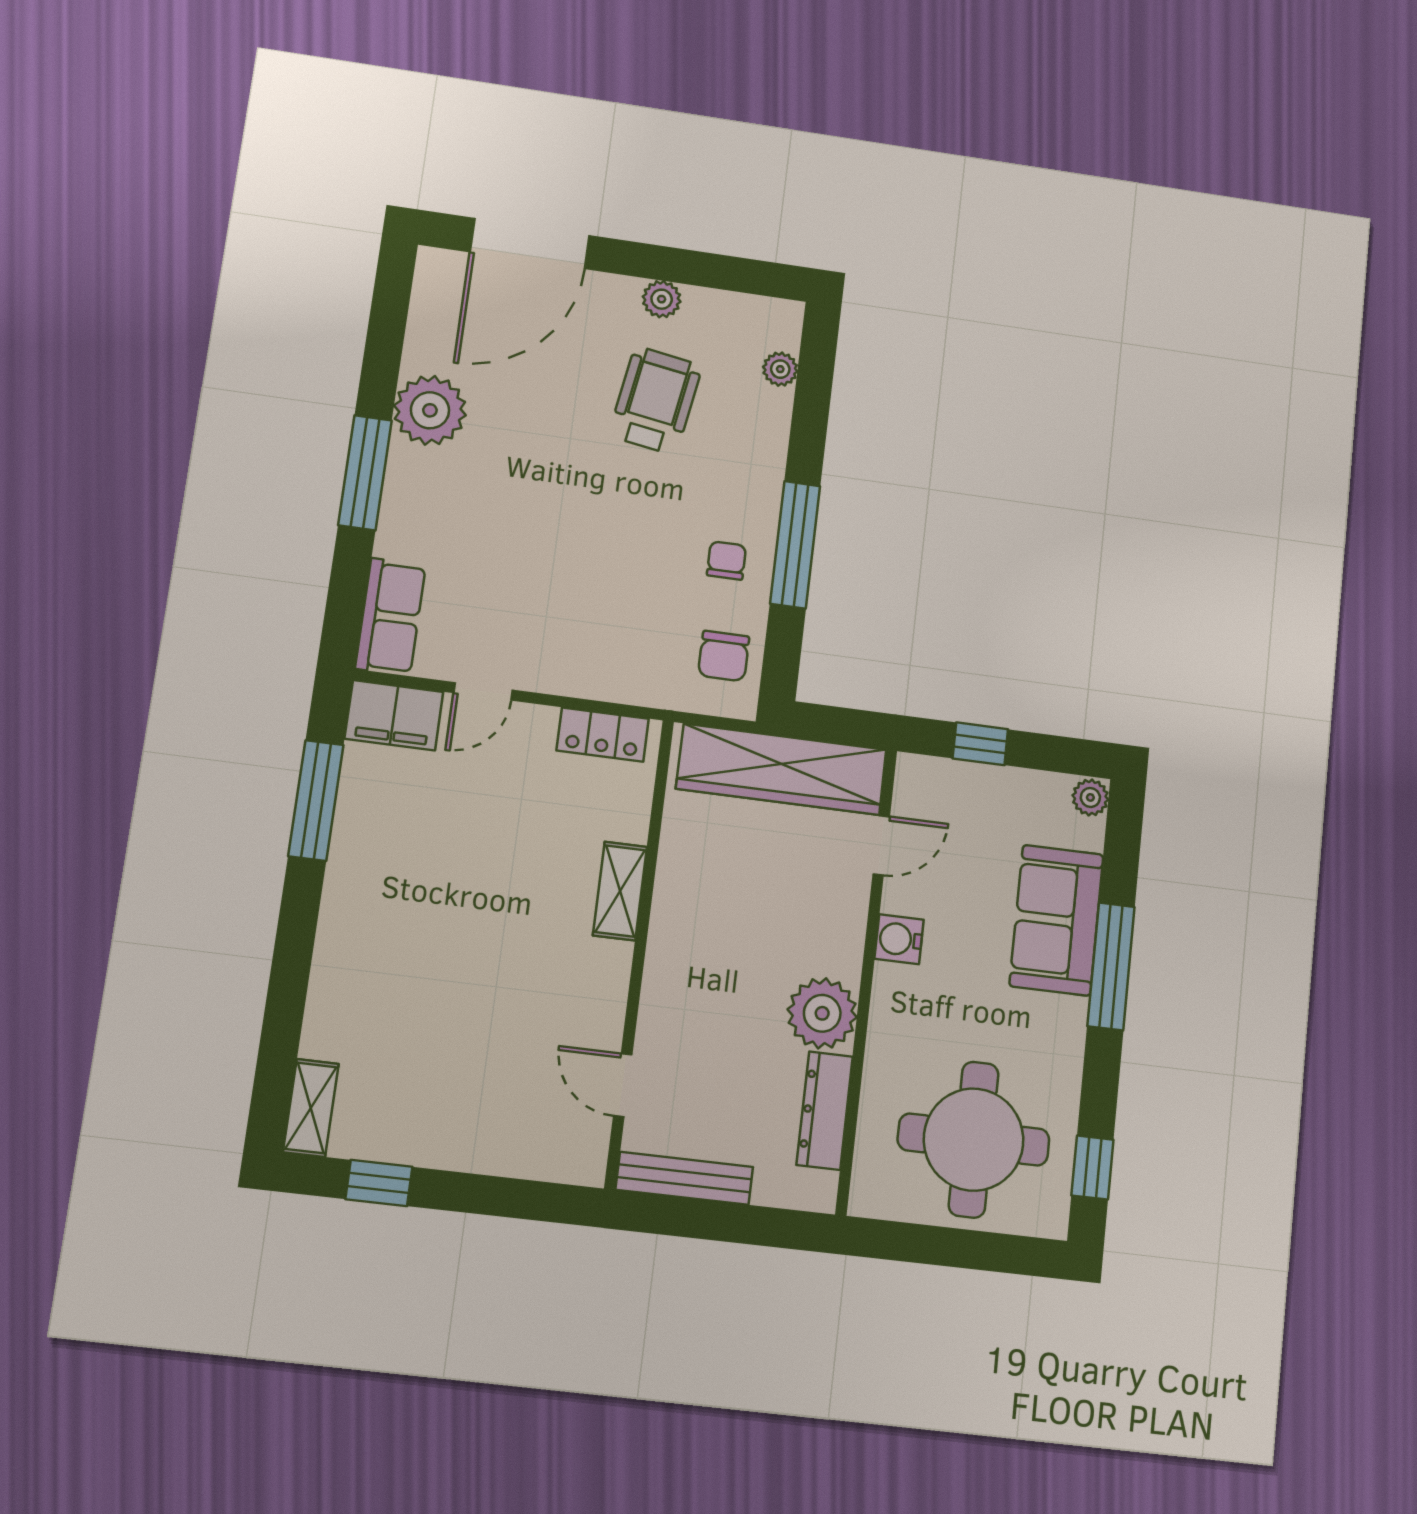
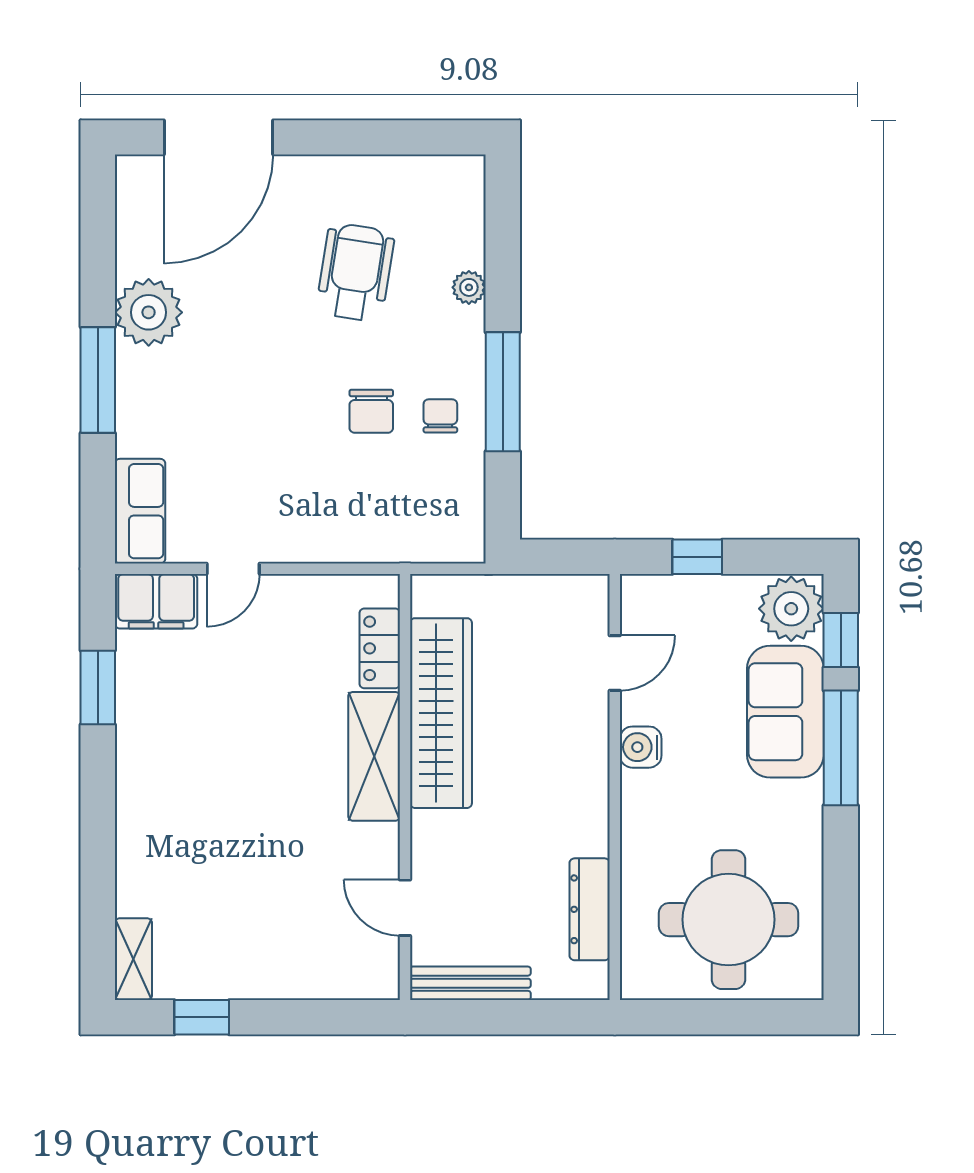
plant: (662, 299) -> (349, 173), removed
plant: (780, 369) -> (469, 287), moved
chair: (724, 656) -> (371, 411), moved
locker: (603, 735) -> (380, 648), moved, turned 90
wardrobe: (782, 769) -> (441, 713), moved, turned -90
plant: (1090, 797) -> (791, 609), width x1.88, depth x1.88
window: (316, 800) -> (98, 687), width x0.69
shelving: (620, 891) -> (374, 756), width x1.50, depth x1.33
plant: (822, 1013) -> (578, 823), removed
window: (1092, 1168) -> (841, 640), moved

